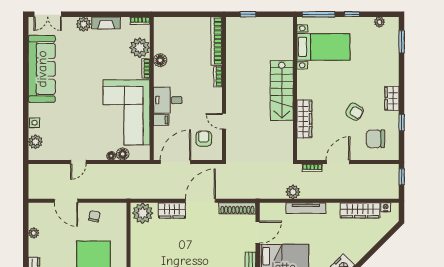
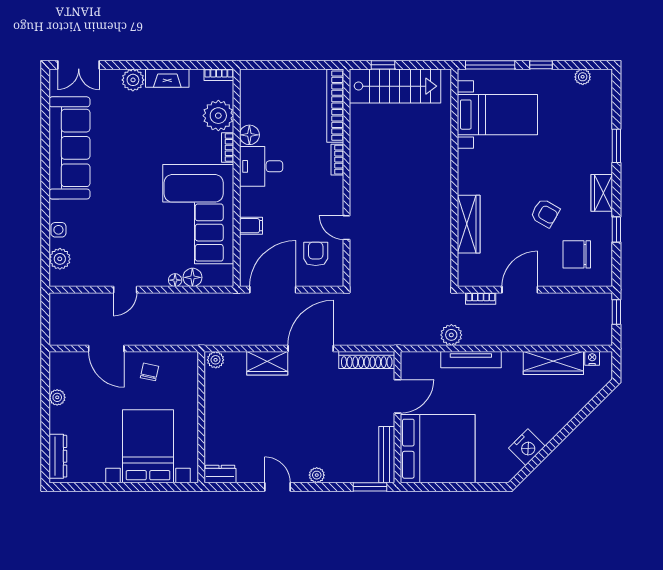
window: (402, 42) -> (616, 146), moved
stairs: (282, 90) -> (395, 86), moved, turned -90
desk: (168, 100) -> (261, 166), moved
plant: (143, 213) -> (216, 360), width x0.53, depth x0.53

